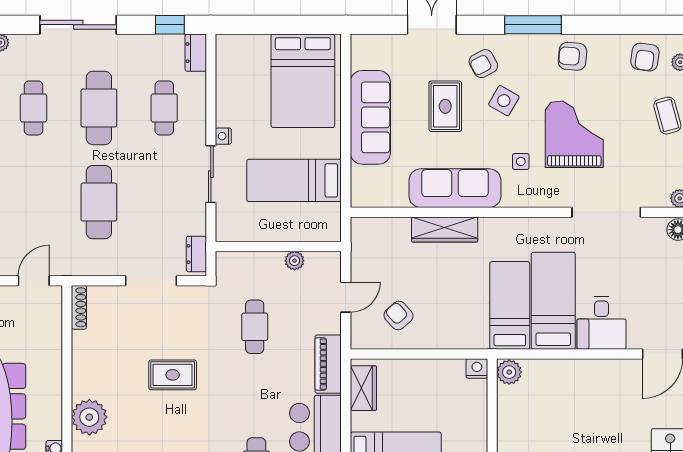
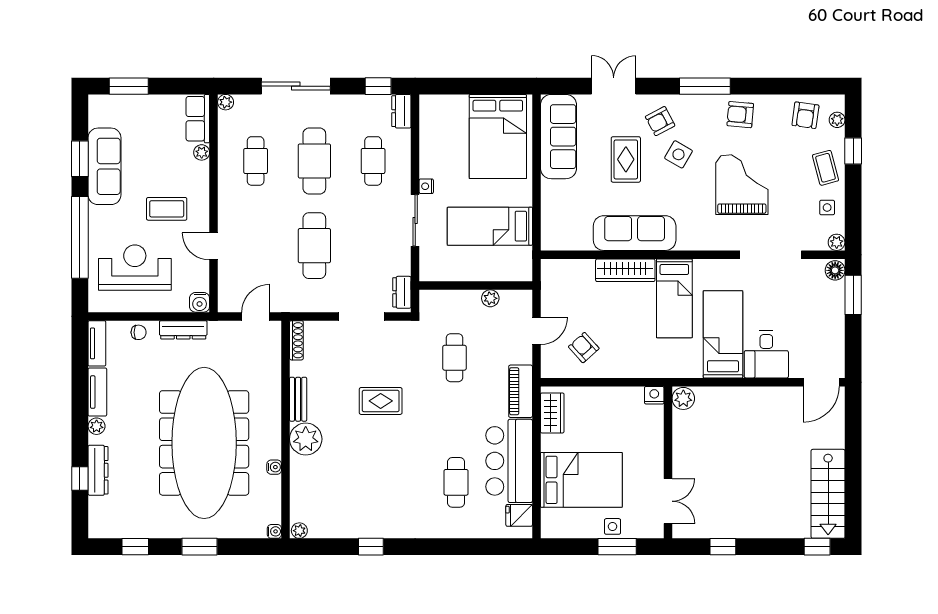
sofa: (370, 117) -> (558, 137), moved
side table: (521, 161) -> (827, 208), moved
bed: (510, 305) -> (674, 298), moved, turned 180
bench: (81, 373) -> (298, 399), added

